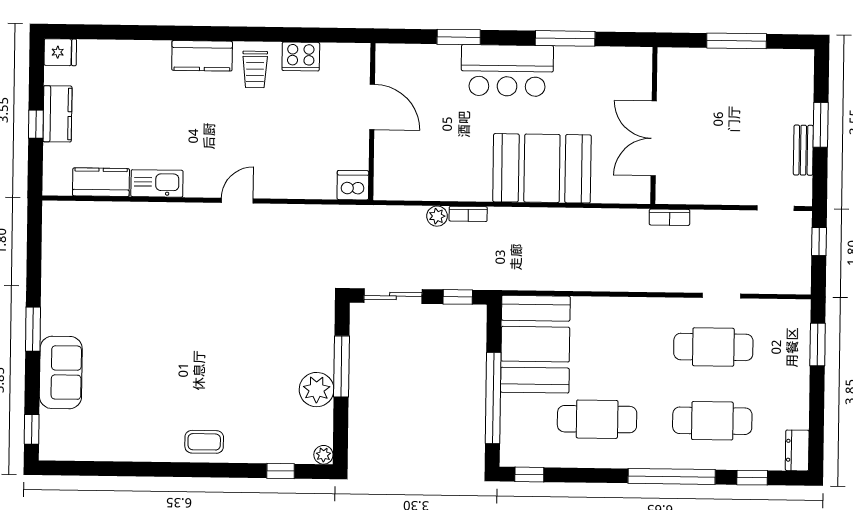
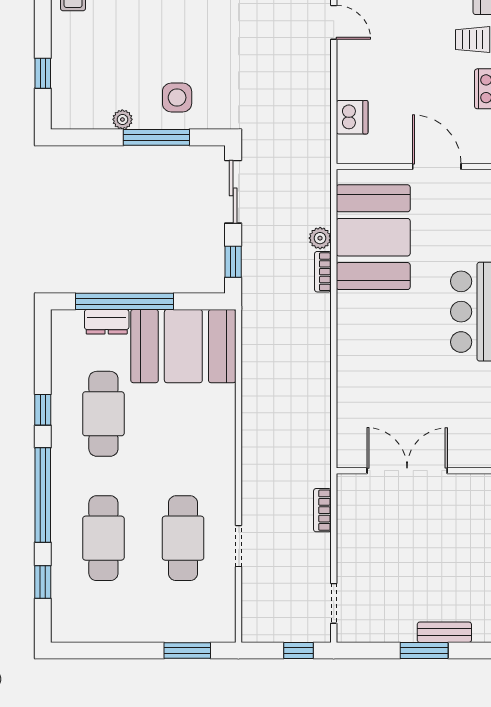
door: (372, 107) -> (437, 166), swing flipped
bench: (803, 150) -> (444, 632), moved
booth: (542, 168) -> (373, 237), moved
dishwasher: (353, 185) -> (352, 117), moved
bookcase: (670, 217) -> (322, 510), moved
side table: (305, 347) -> (177, 98), added
plant: (317, 390) -> (122, 119), width x0.53, depth x0.53
dresser: (797, 450) -> (107, 322), moved, turned 180
plant: (323, 455) -> (61, 119), removed
window: (529, 474) -> (43, 410), moved

